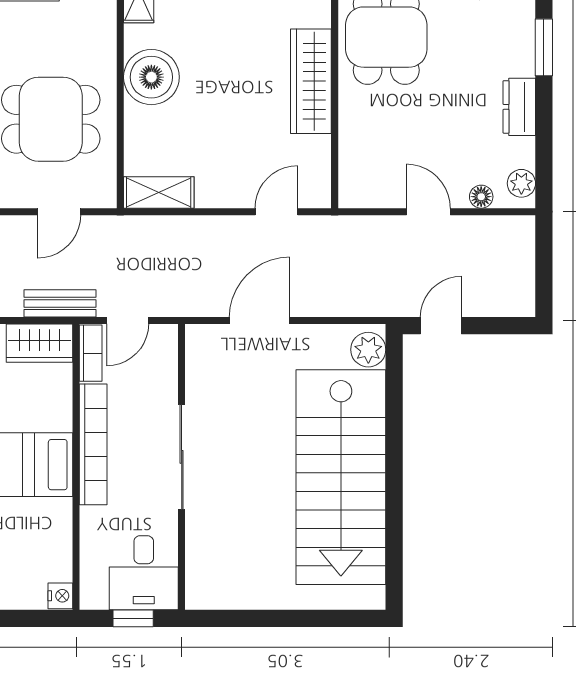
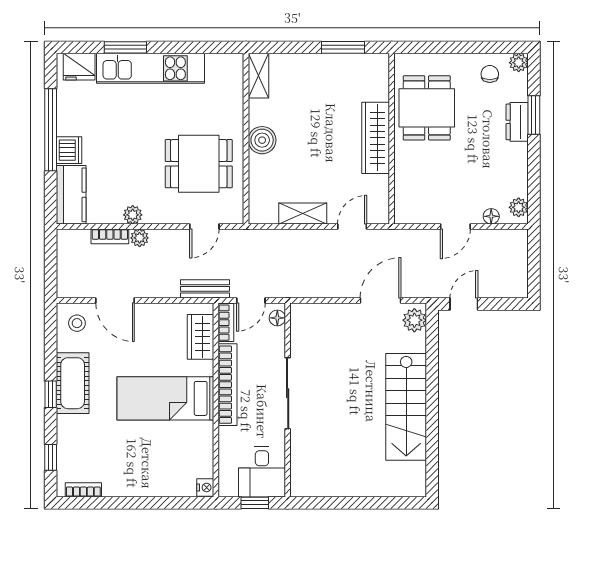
boiler: (151, 77) -> (262, 140), width x0.73, depth x0.73
dresser: (519, 107) -> (517, 122), moved
shelving: (159, 192) -> (303, 213), moved
door: (428, 212) -> (455, 227), swing flipped
door: (260, 321) -> (381, 301), moved
wardrobe: (39, 343) -> (201, 337), moved, turned 90
floor lamp: (166, 346) -> (277, 318), added
stairs: (341, 477) -> (406, 407), width x0.73, depth x0.66

